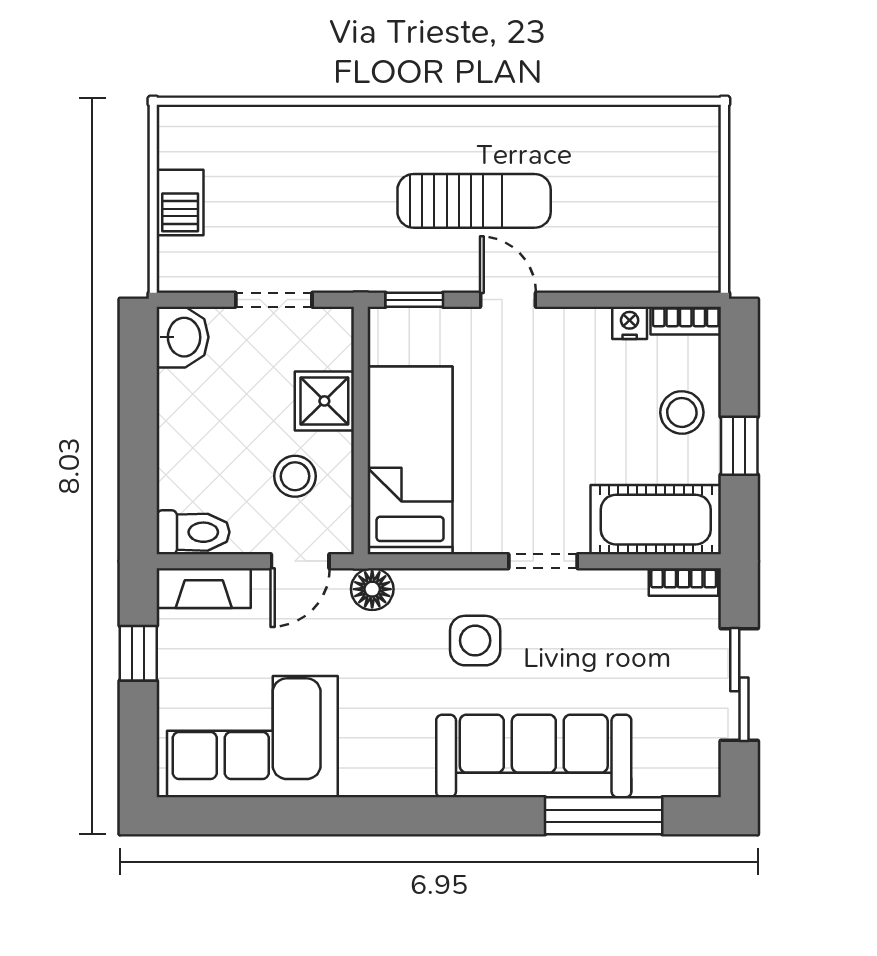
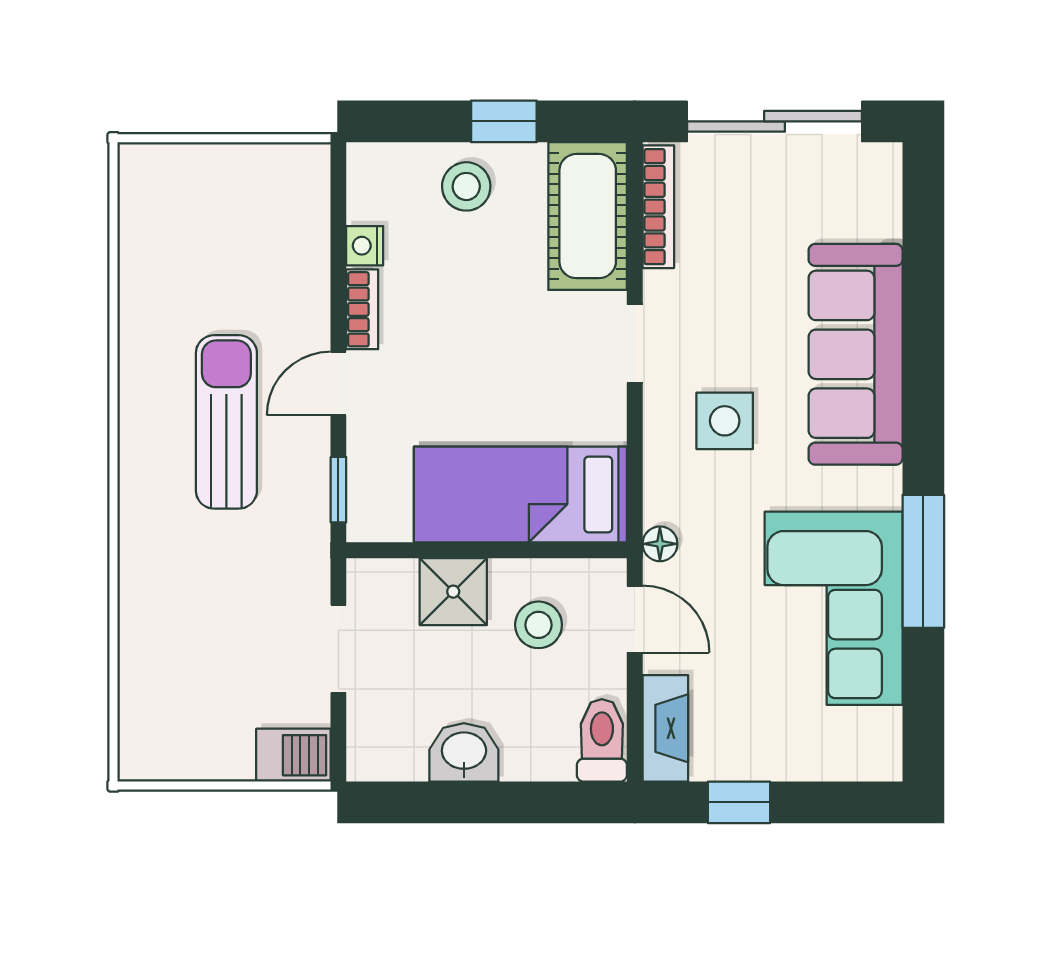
barbecue: (180, 203) -> (293, 755), moved
bookcase: (686, 321) -> (362, 309), moved
washbasin: (183, 337) -> (464, 752), moved
bookcase: (684, 582) -> (658, 207), width x1.56
floor lamp: (372, 589) -> (660, 544), width x0.73, depth x0.73
sliding door: (739, 684) -> (775, 121), width x1.37
corner sofa: (252, 737) -> (834, 608), moved
window: (604, 816) -> (923, 561), moved

